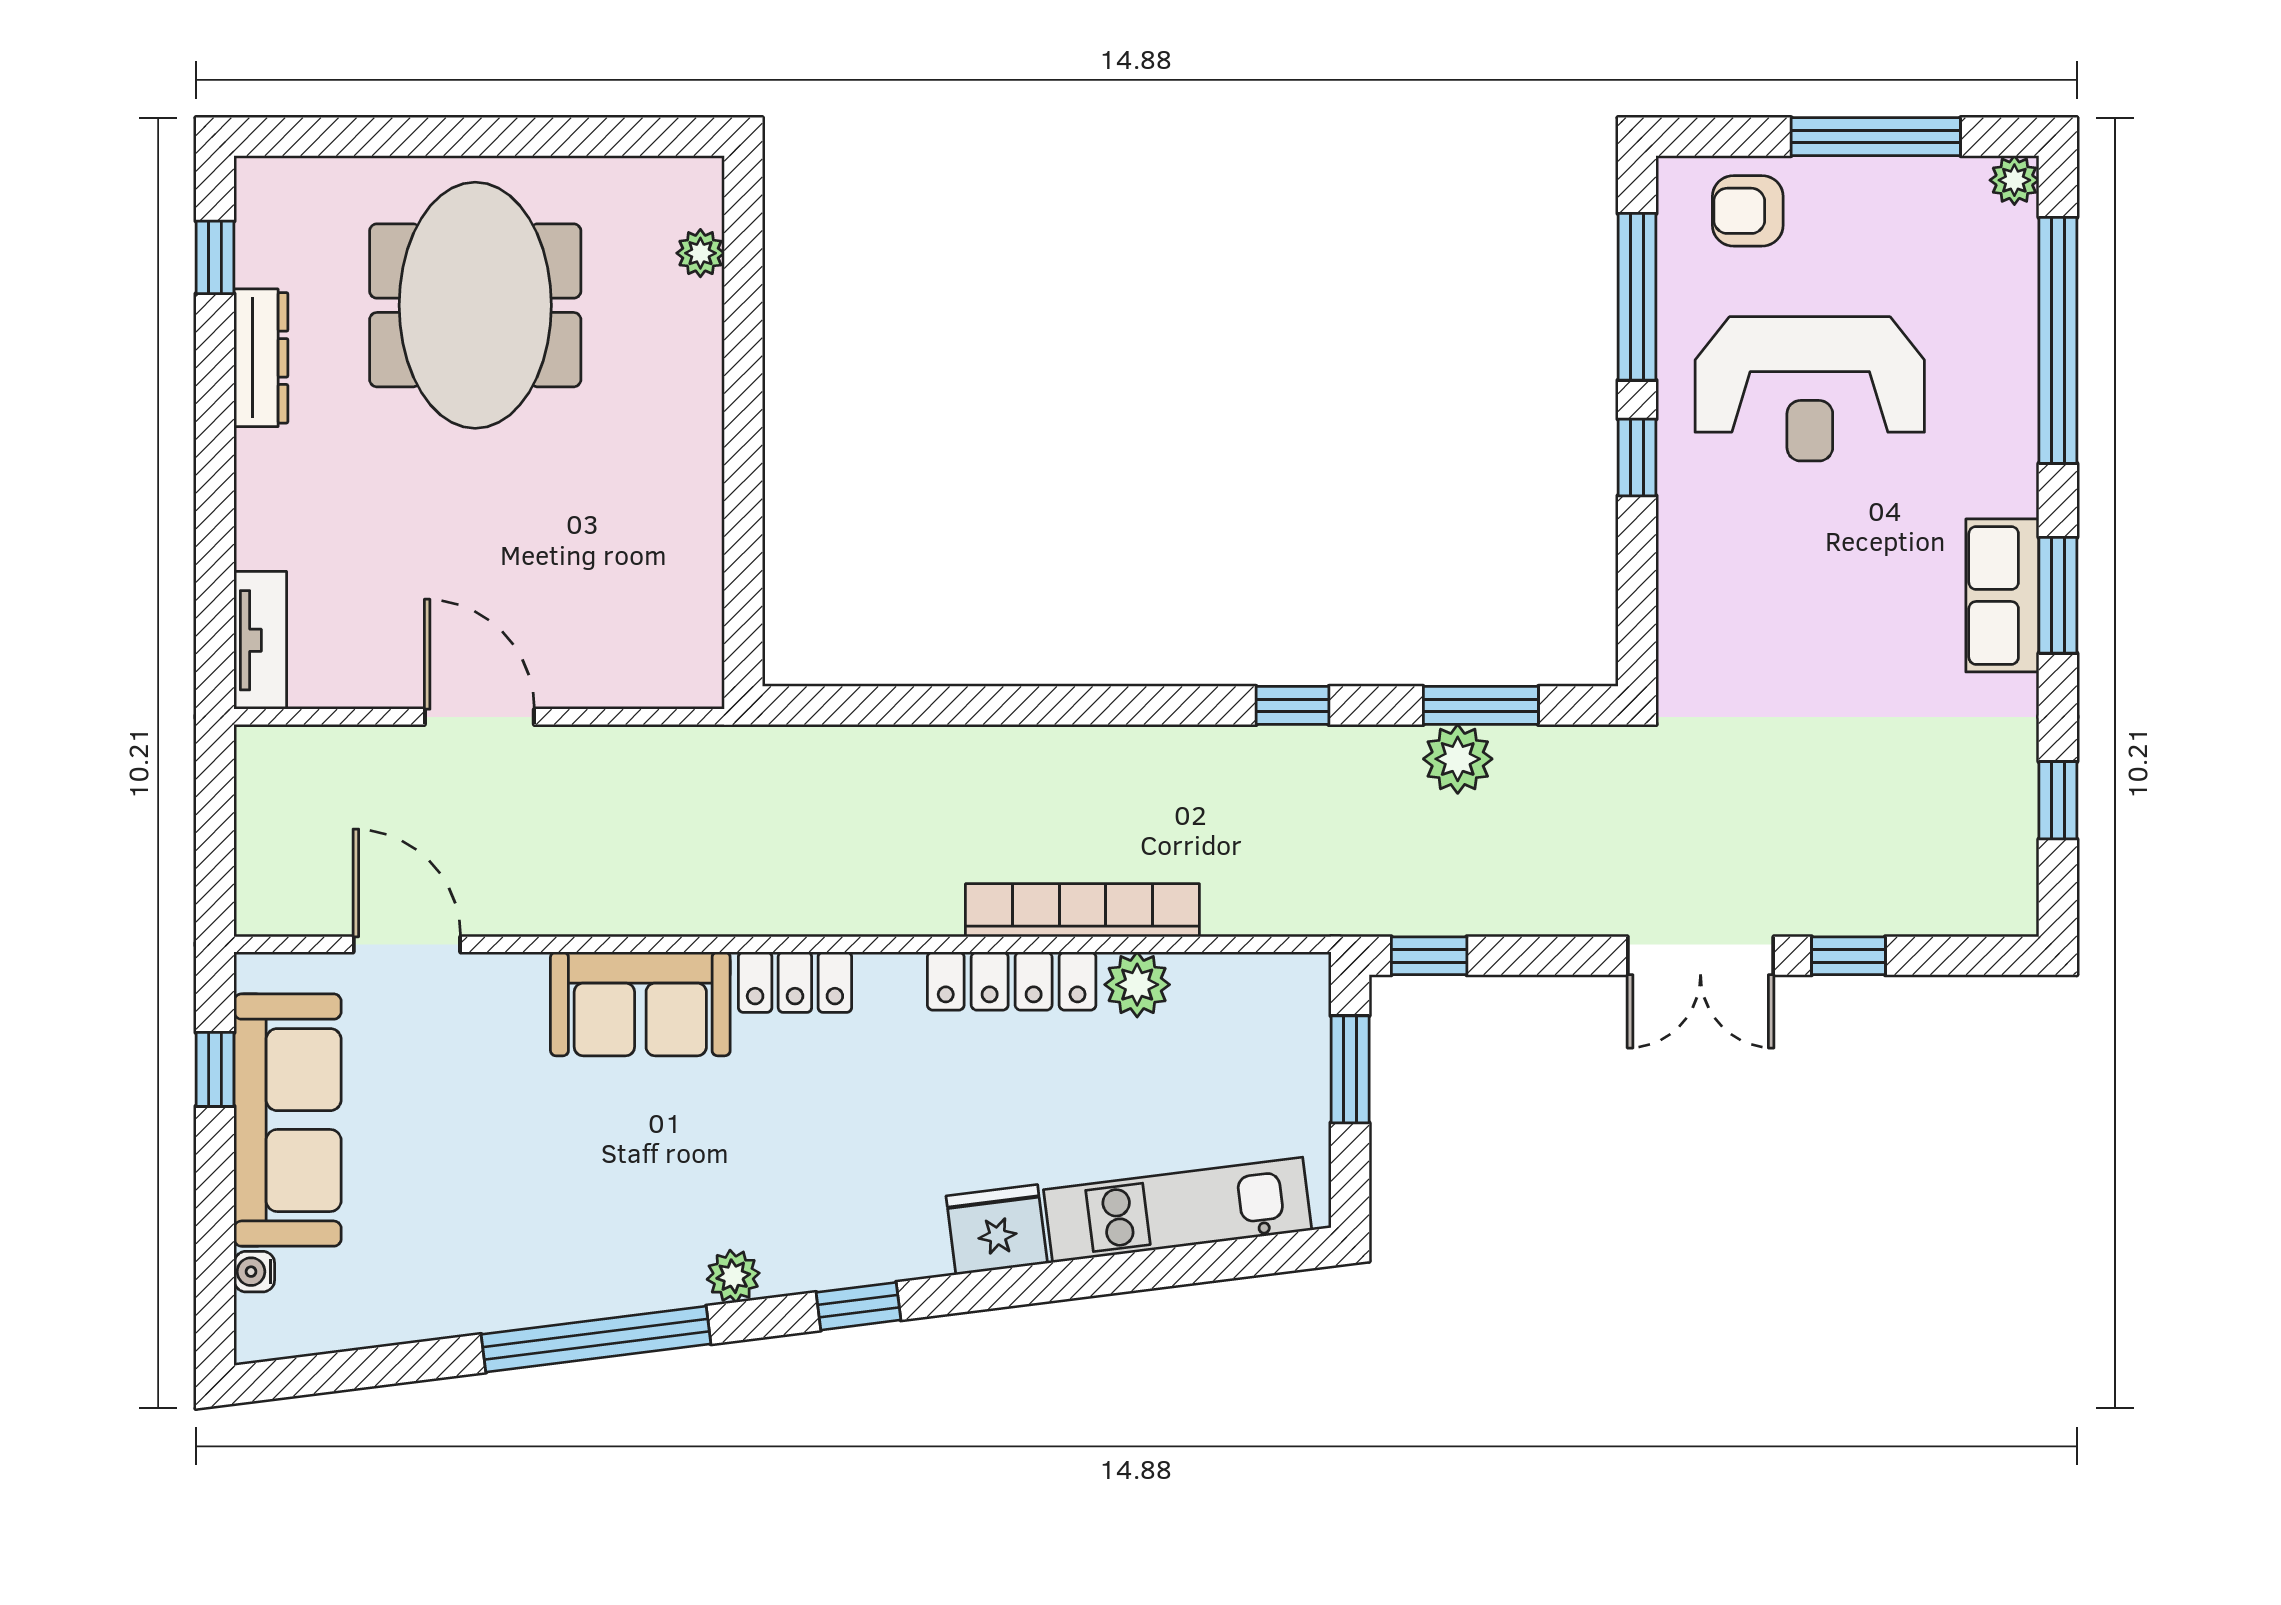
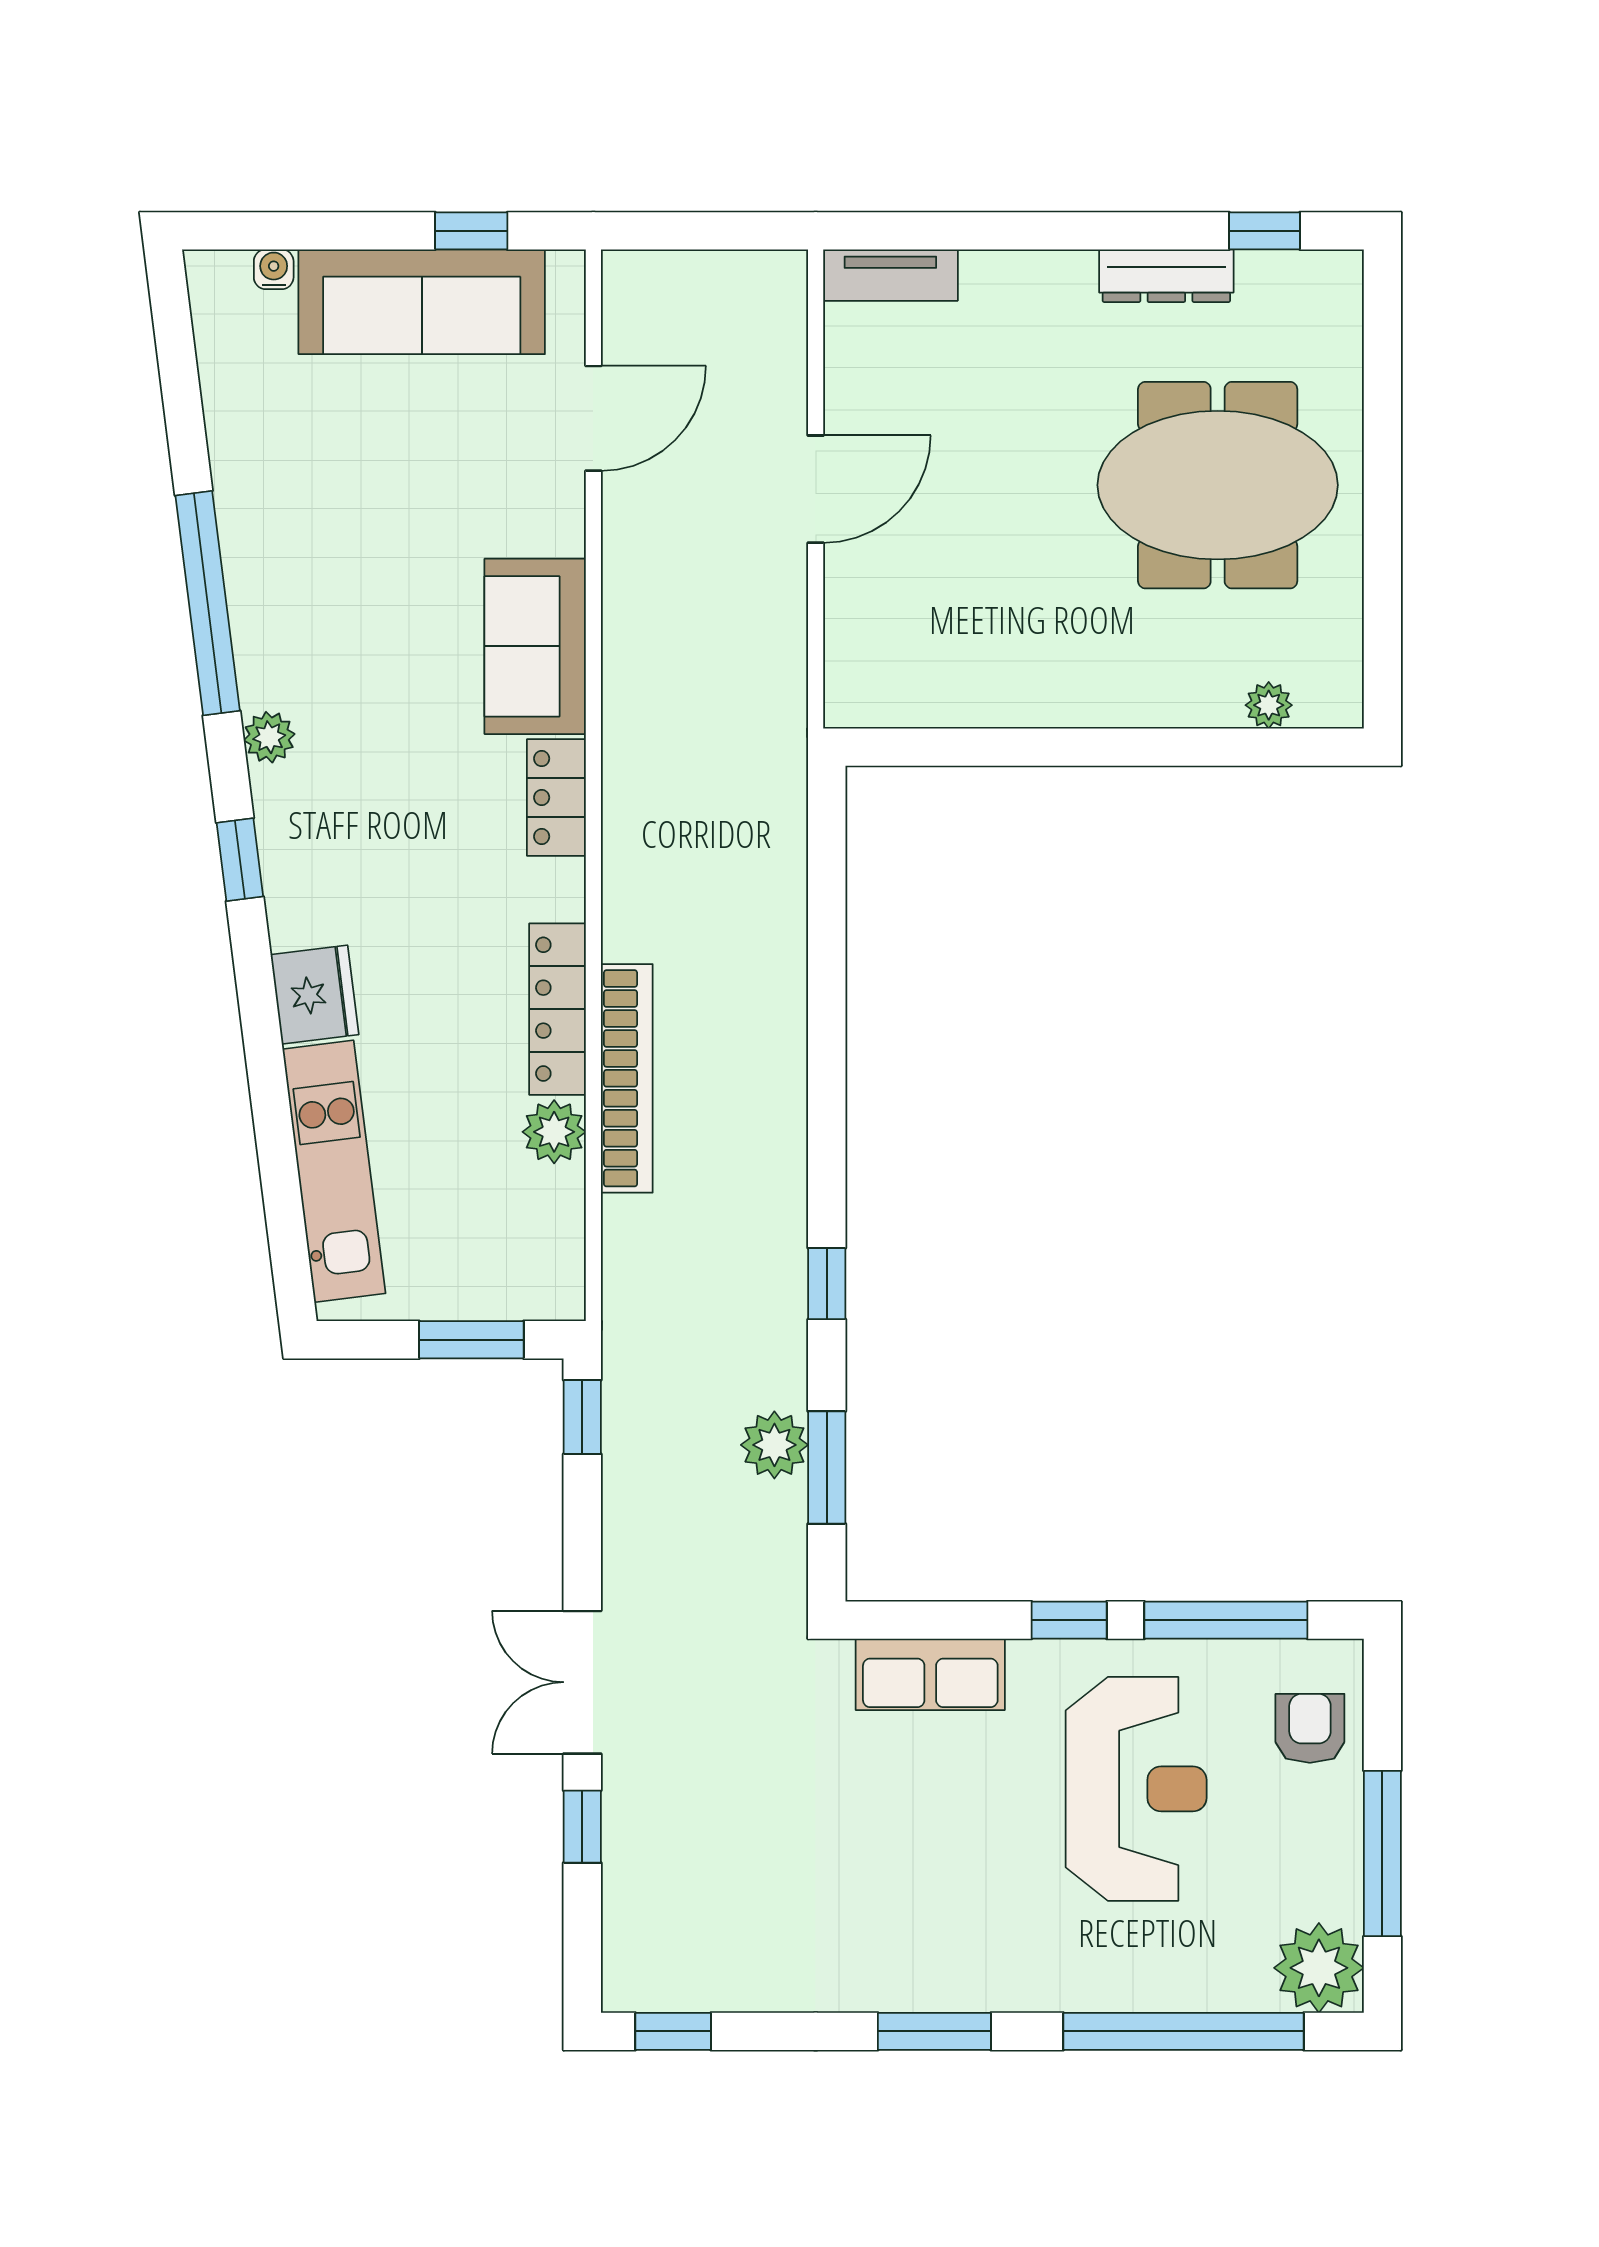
plant: (2014, 180) -> (1319, 1968), width x1.88, depth x1.88
reception desk: (1810, 389) -> (1136, 1789), turned 180
row of seats: (2002, 595) -> (930, 1674), moved, turned 180
window: (2058, 800) -> (673, 2031), moved

